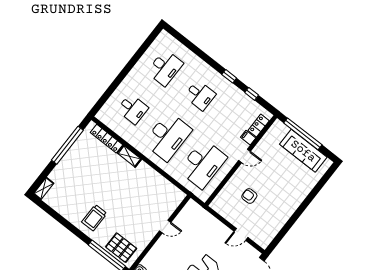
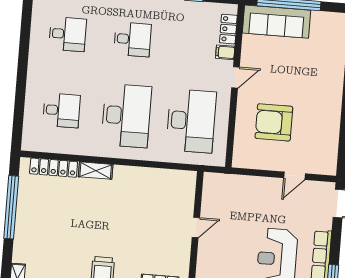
desk: (165, 68) -> (68, 34), width x0.73
sofa: (303, 151) -> (276, 22), moved
armchair: (249, 196) -> (274, 122), width x1.88, depth x1.88

